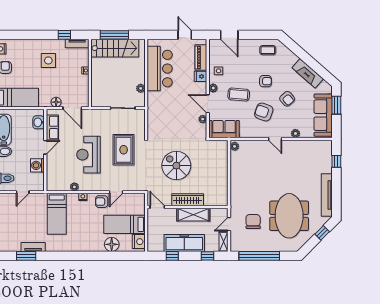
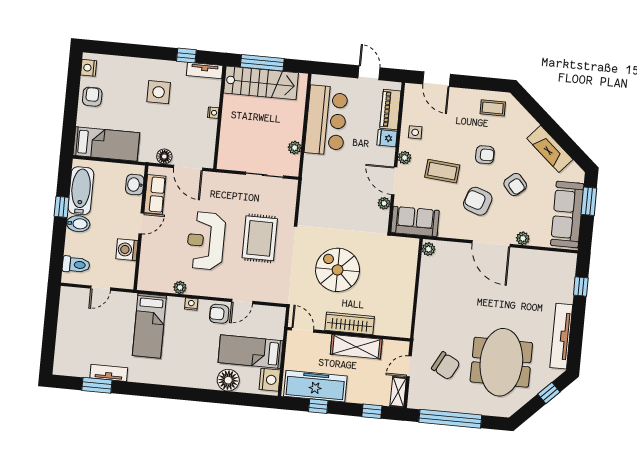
door: (275, 139) -> (491, 244), width x1.88
chair: (253, 222) -> (446, 366), turned 118
freezer: (184, 243) -> (315, 386), moved

